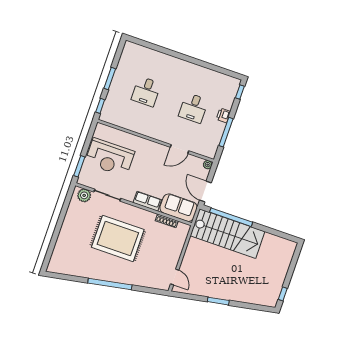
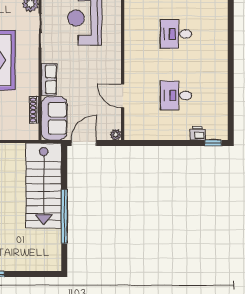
printer: (223, 115) -> (198, 133), moved
window: (226, 132) -> (161, 143), removed
window: (231, 217) -> (64, 216), moved

